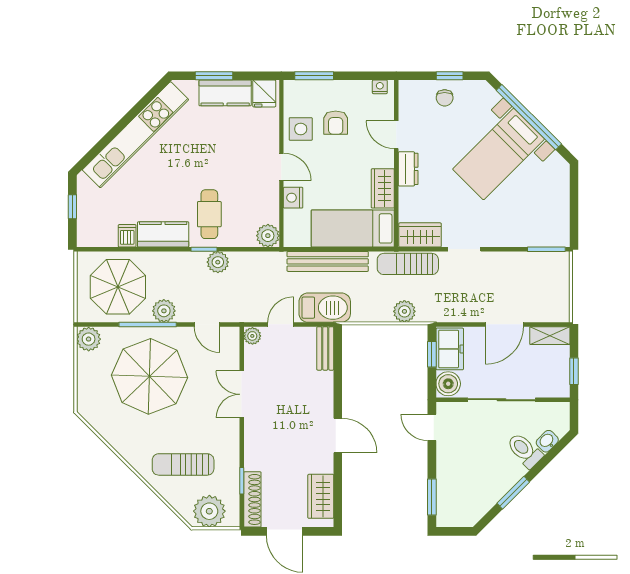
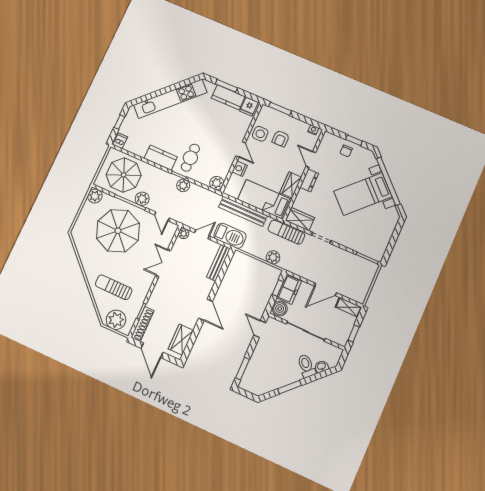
dishwasher: (127, 236) -> (120, 141), moved
bench: (325, 348) -> (218, 263), width x1.36

